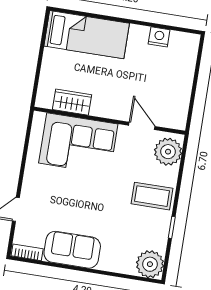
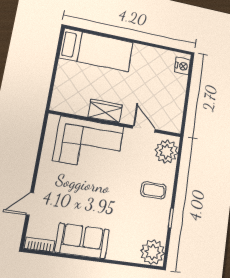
nightstand: (159, 37) -> (182, 66), moved, turned 90
wardrobe: (72, 102) -> (105, 111), moved
coffee table: (152, 196) -> (154, 190), width x0.73, depth x0.77

